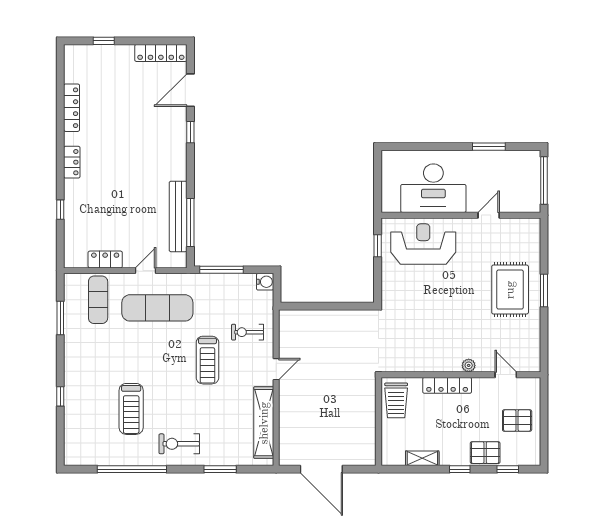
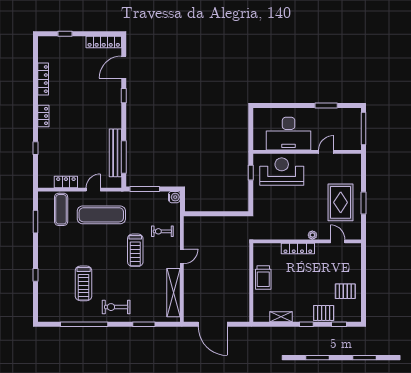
plant: (469, 365) -> (312, 235), moved
wall: (461, 375) -> (307, 241), moved
door: (506, 375) -> (338, 241), moved
locker: (447, 385) -> (298, 249), moved

